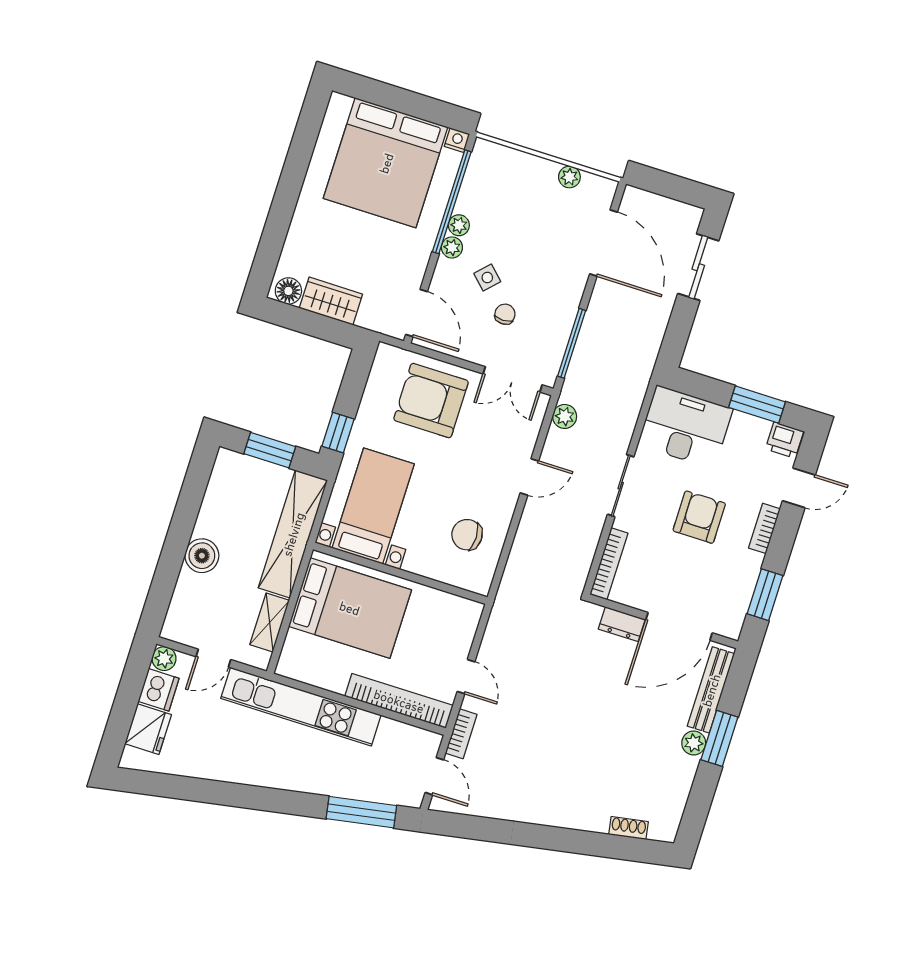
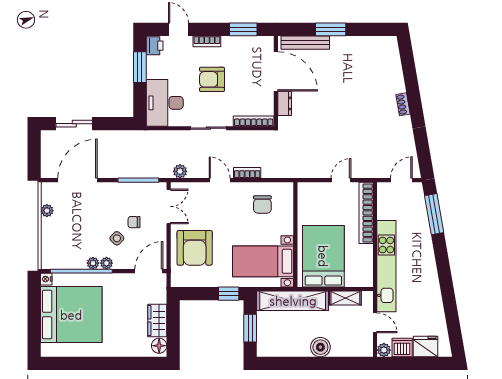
bookcase: (461, 734) -> (247, 173), moved
plant: (694, 743) -> (338, 43), removed
shoe rack: (628, 828) -> (403, 104), moved

